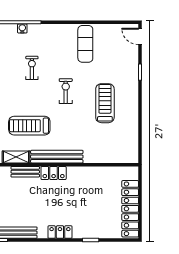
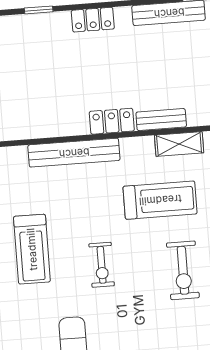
exercise bike: (32, 68) -> (183, 270), moved, width x1.38, depth x1.39
bench: (57, 157) -> (74, 153), moved

